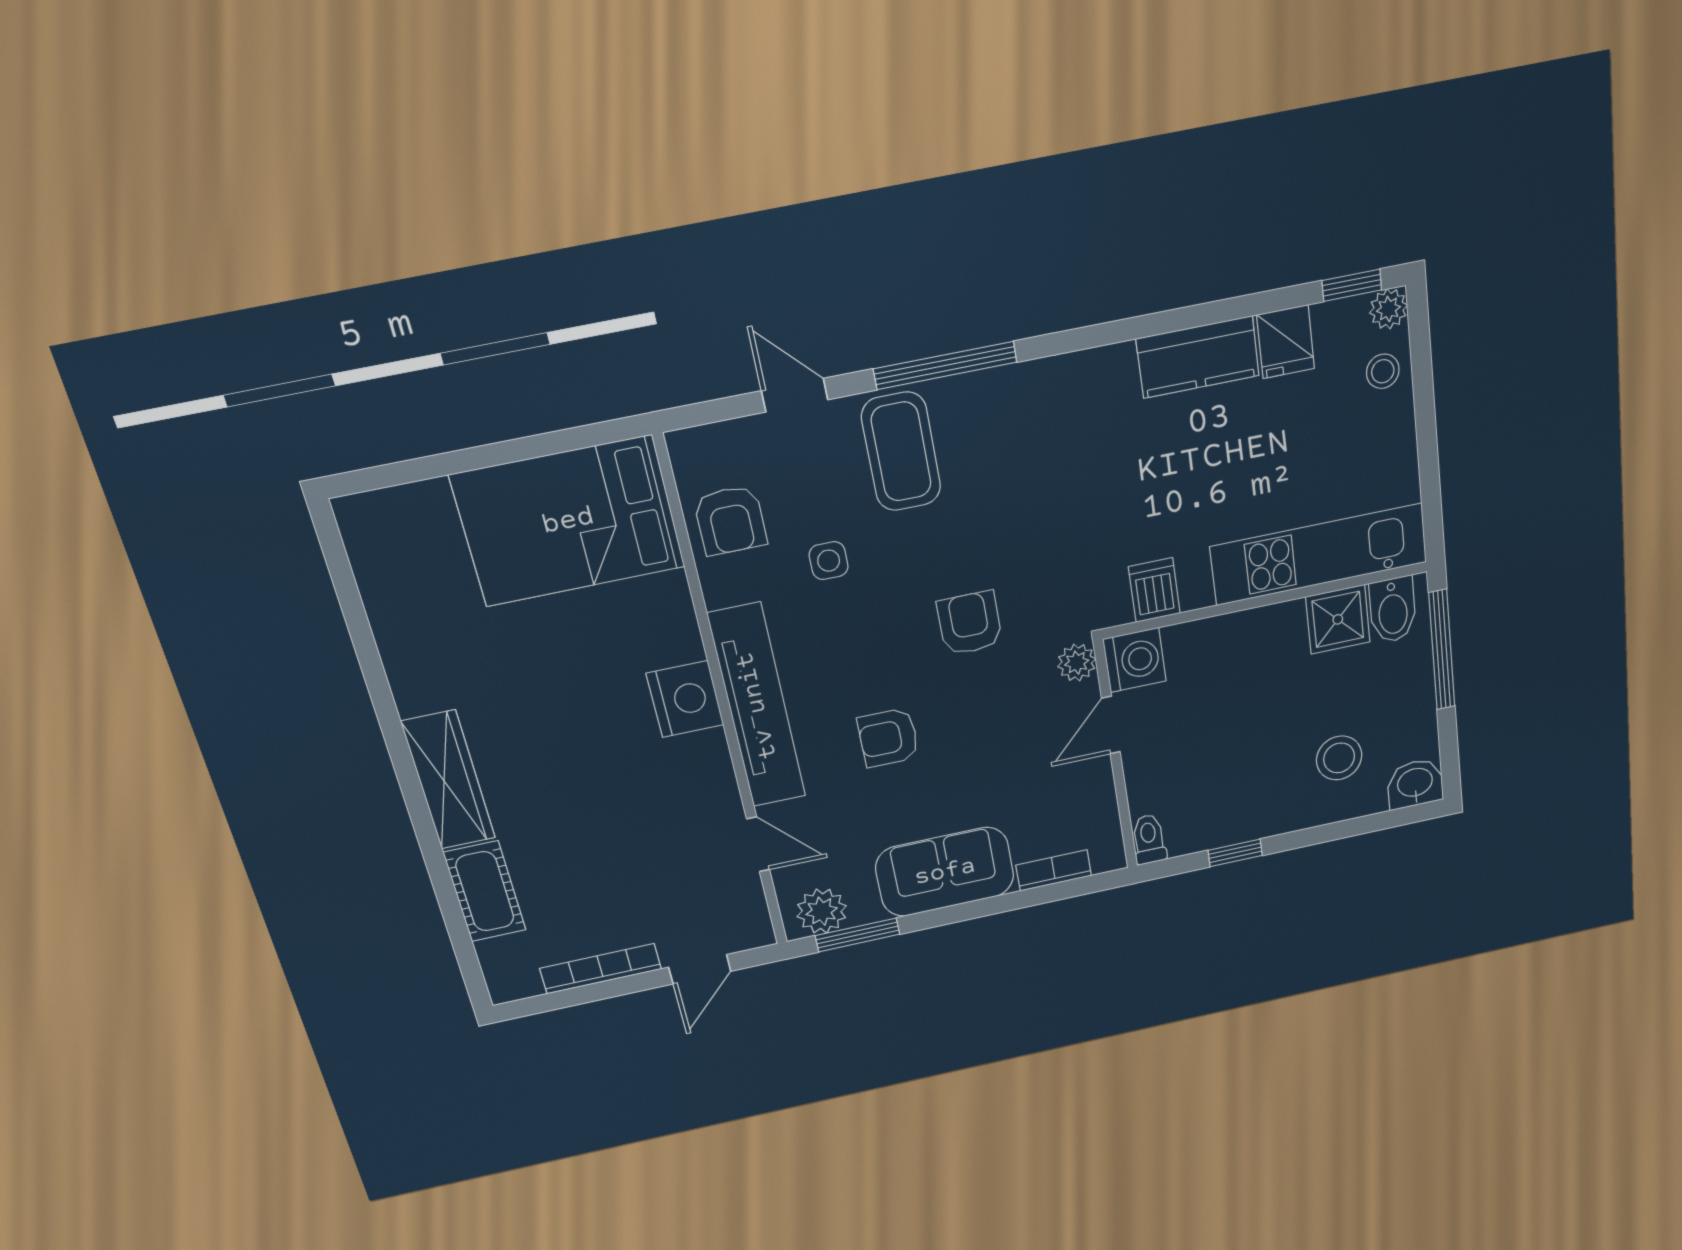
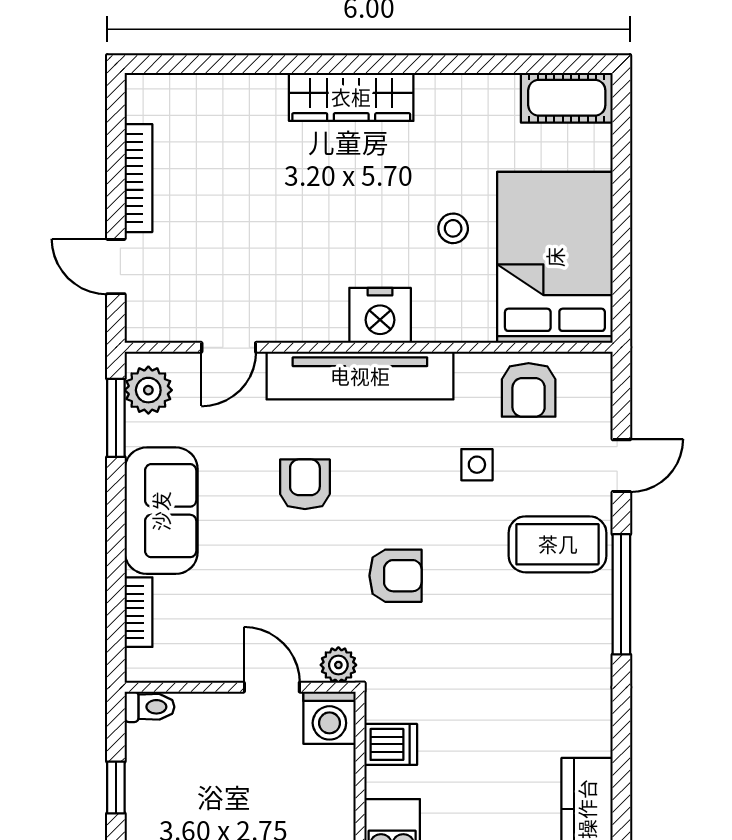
armchair: (730, 520) -> (529, 390), turned -90
stool: (566, 642) -> (453, 228), added
cot: (485, 891) -> (567, 98), moved

